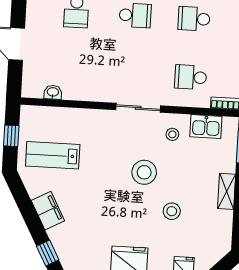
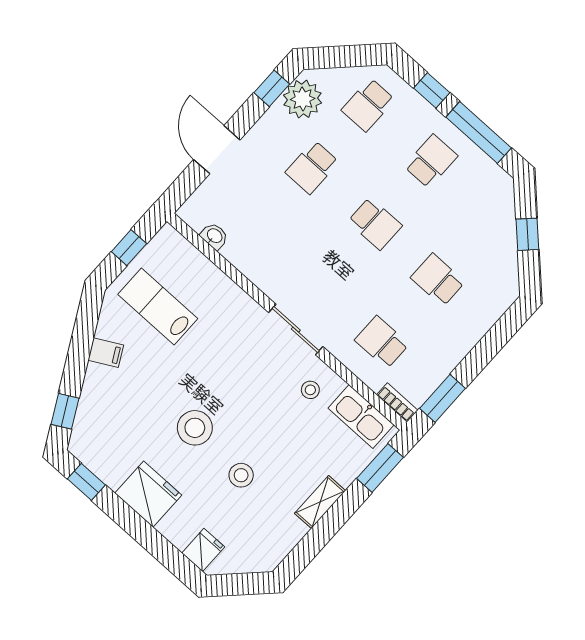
kitchen sink: (206, 127) -> (361, 417), width x1.38
stool: (144, 172) -> (195, 428), moved
filing cabinet: (48, 211) -> (106, 353), width x0.50

